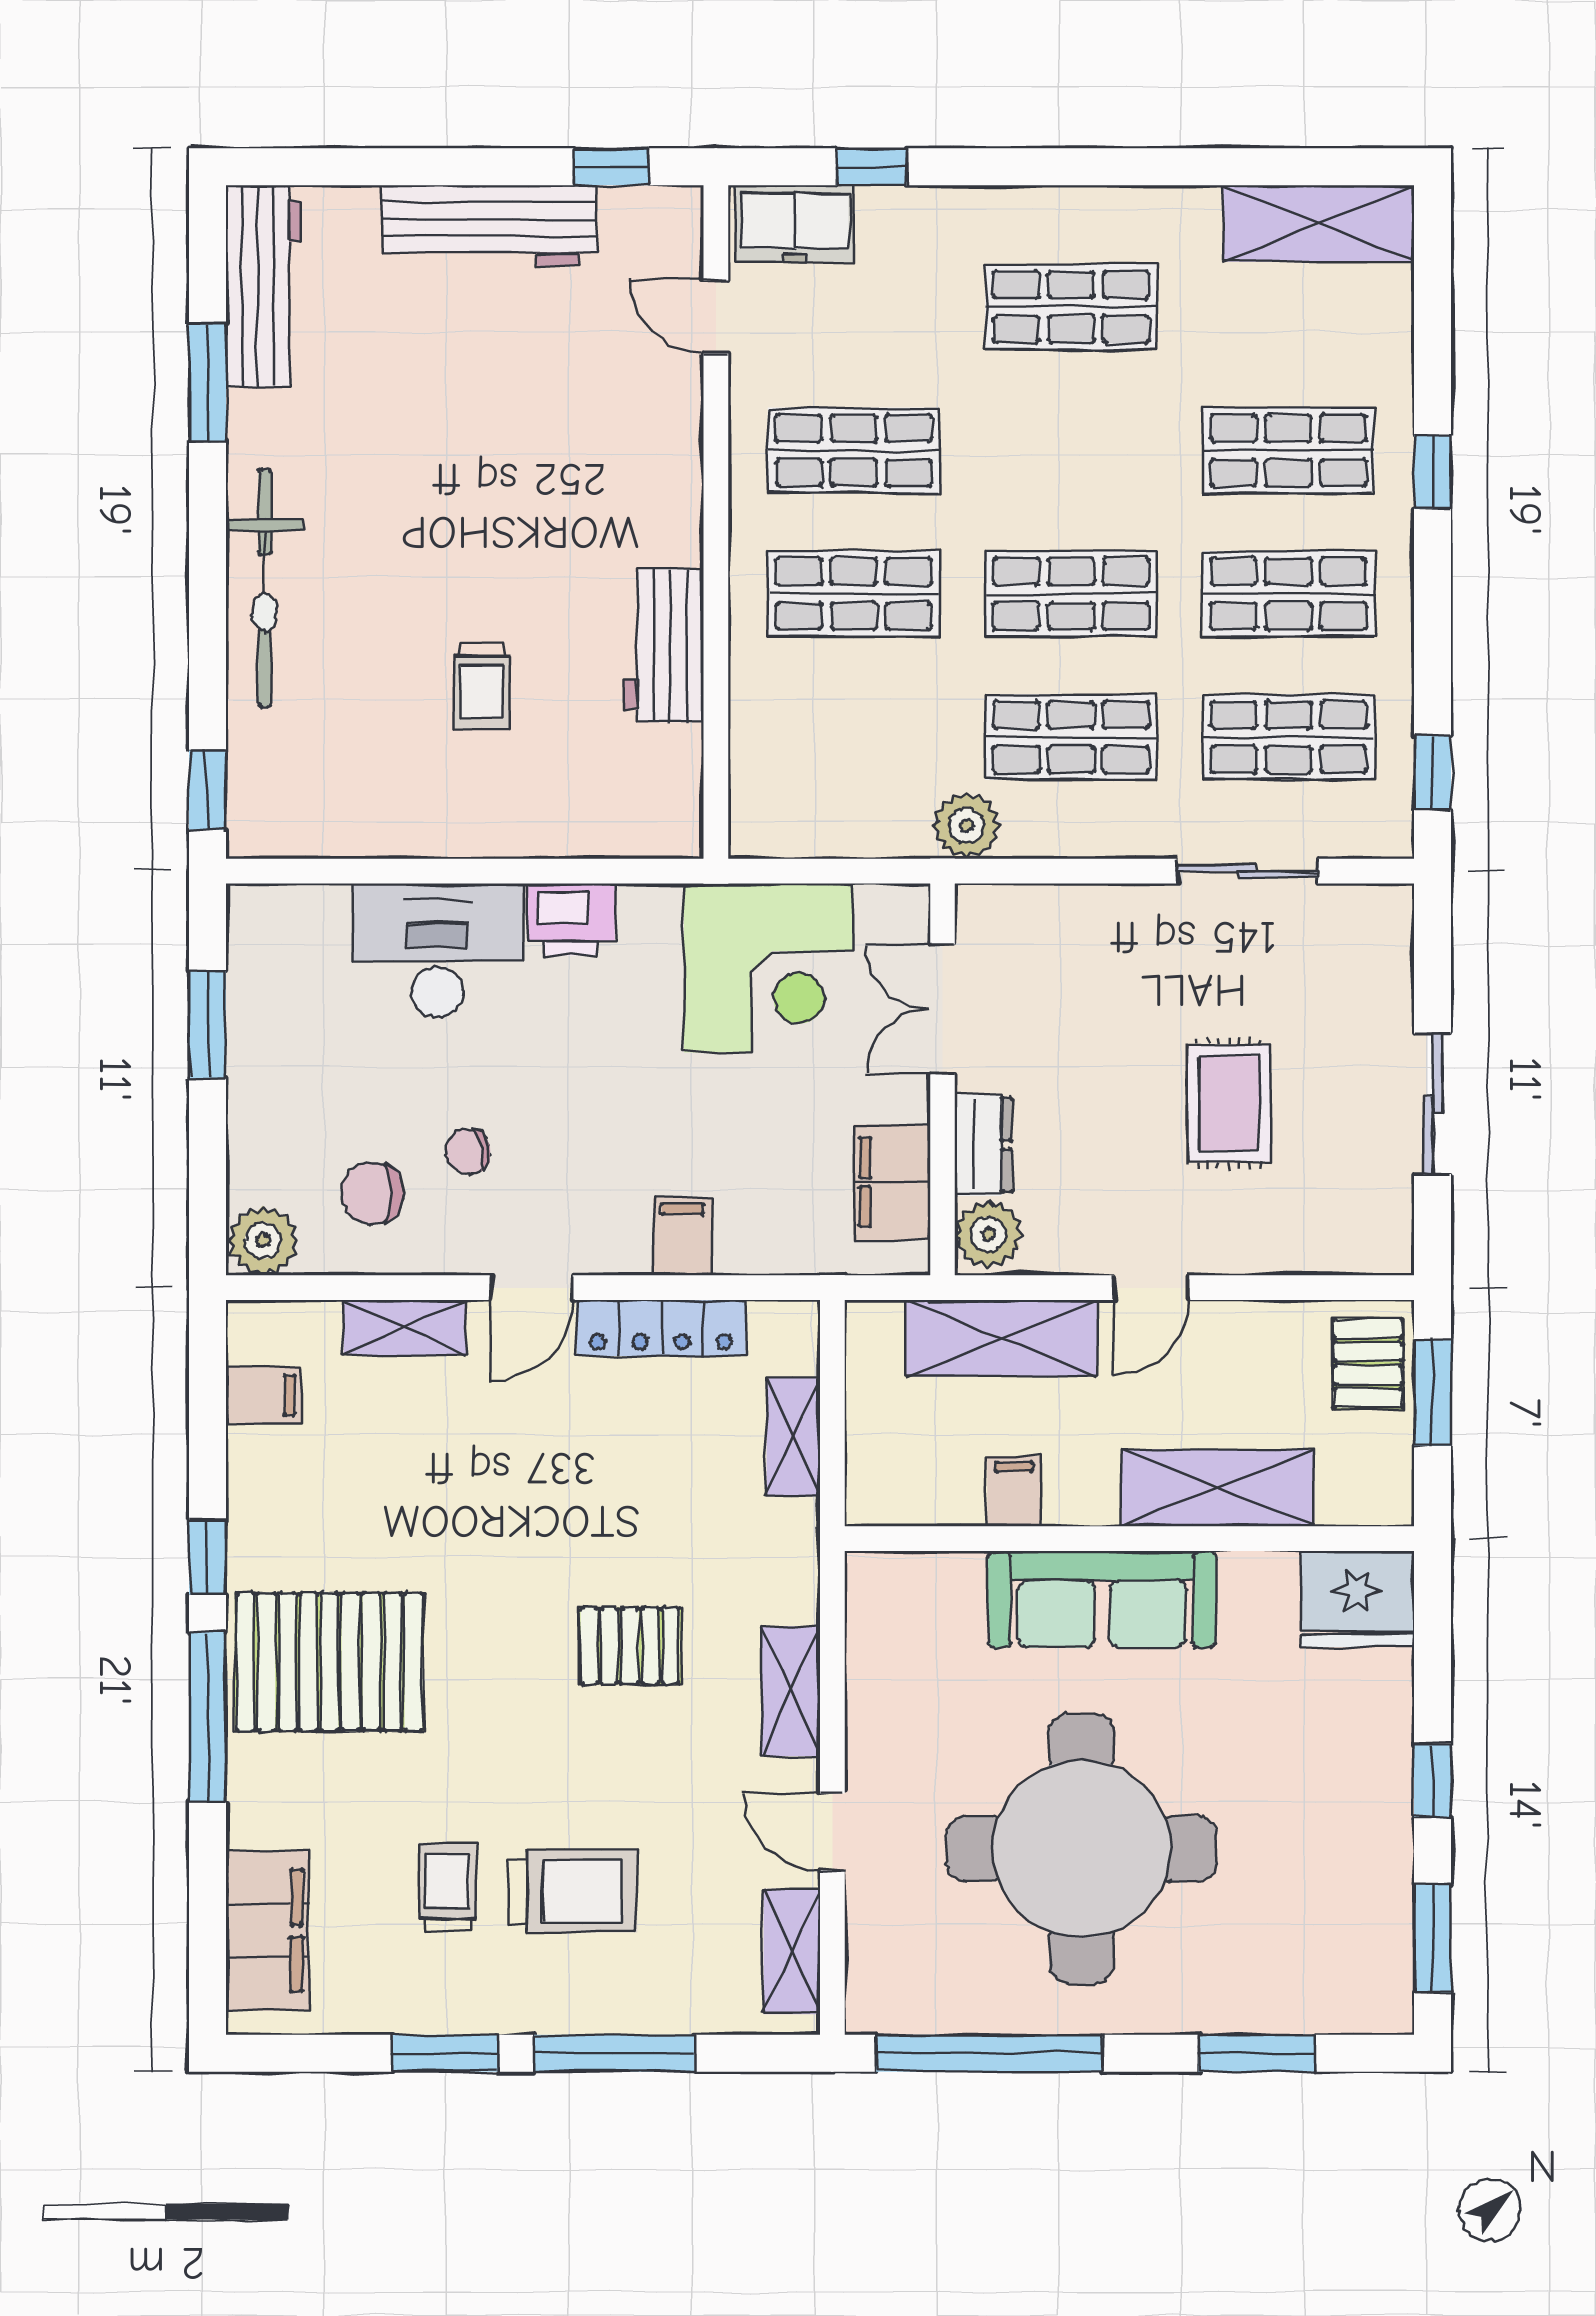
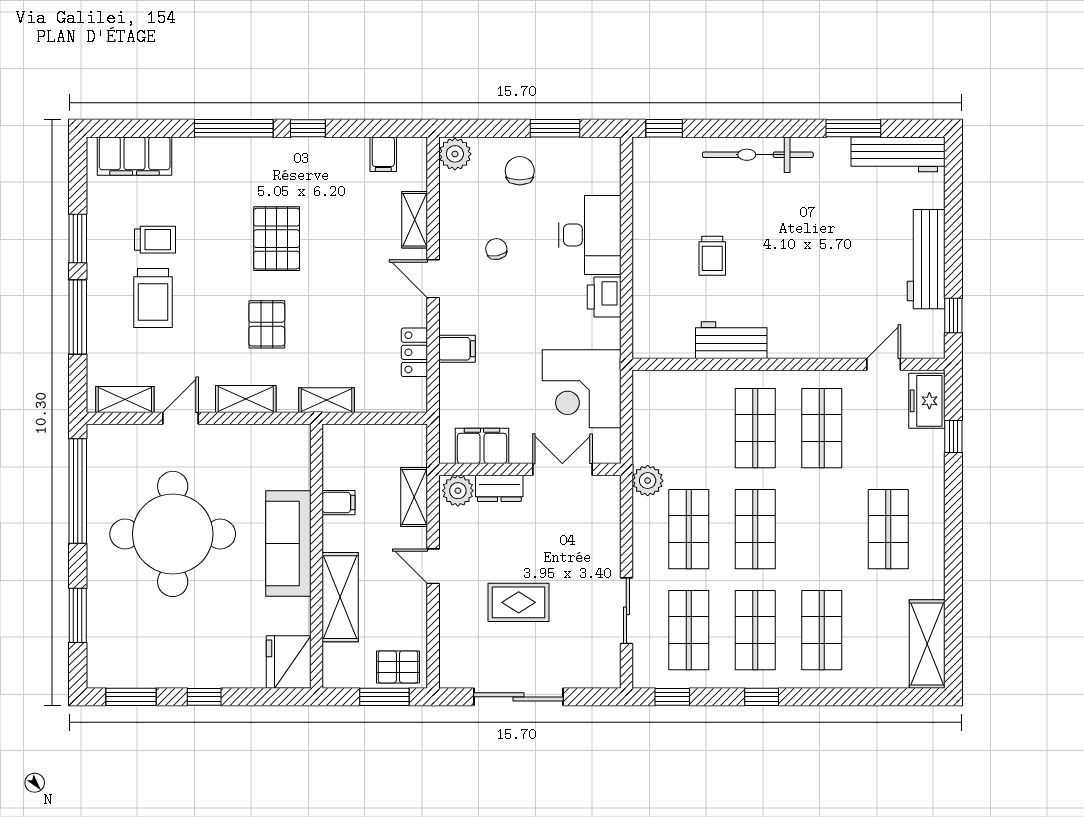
window: (1432, 472) -> (762, 697), moved
trolley: (482, 686) -> (712, 256), turned -90
sliding door: (1432, 1104) -> (518, 697), width x1.37
chair: (372, 1193) -> (520, 171), moved
locker: (661, 1328) -> (414, 352), width x0.66
shelving: (1002, 1338) -> (414, 497), width x0.67, depth x0.75
shelving: (793, 1437) -> (327, 400), moved
pallet: (329, 1662) -> (277, 239), moved, width x0.73, depth x0.71

